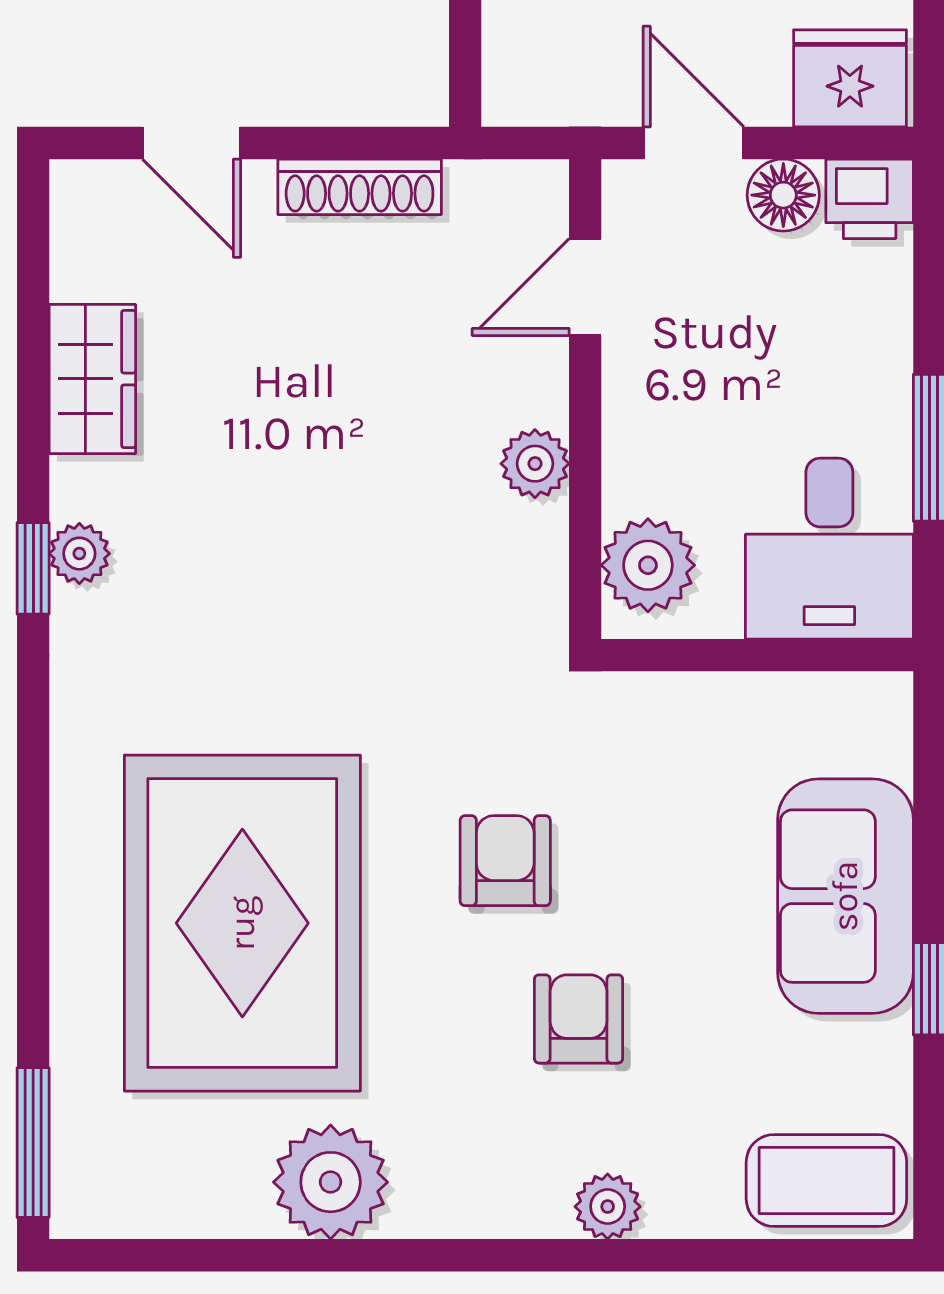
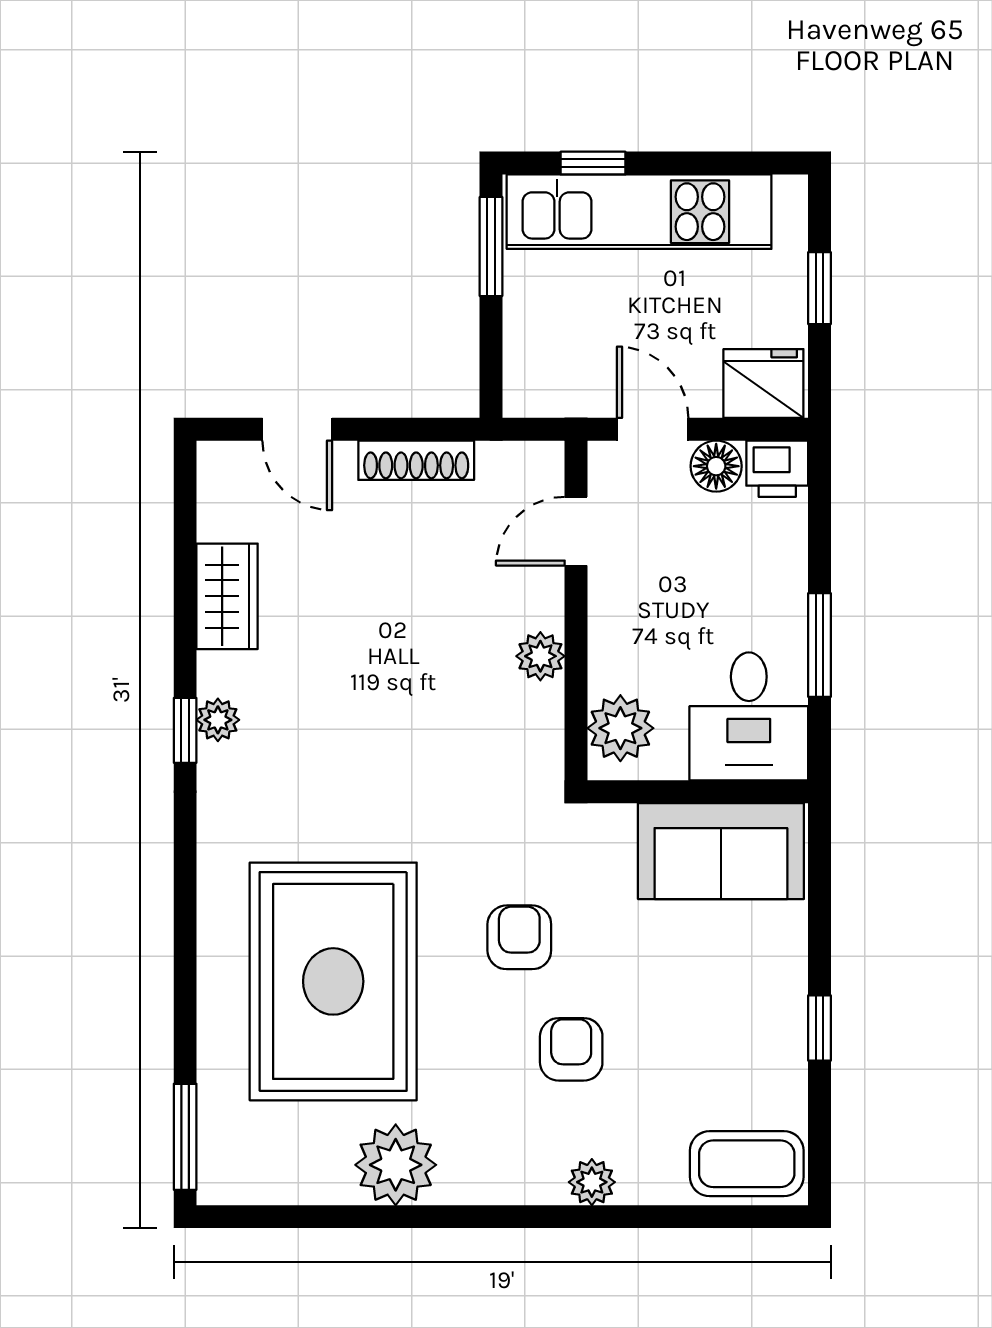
sofa: (845, 896) -> (721, 851), moved, turned -90

